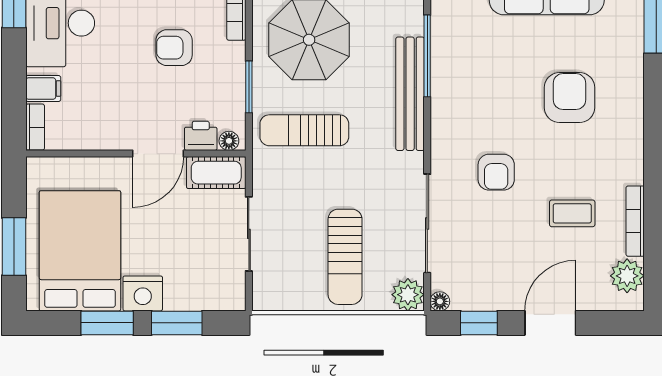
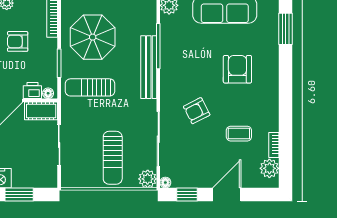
armchair: (496, 172) -> (197, 111), turned 63
bookcase: (635, 221) -> (274, 145), width x0.64

